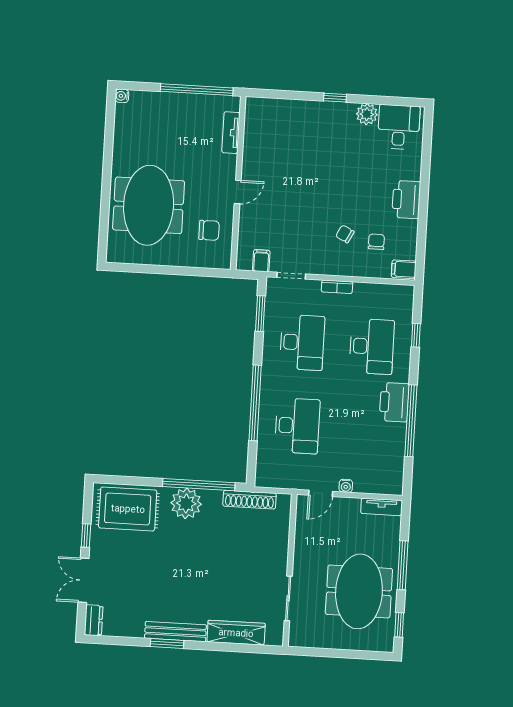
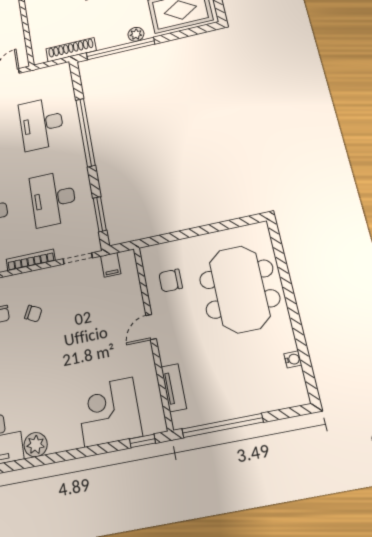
water cooler: (122, 96) -> (293, 359), moved
window: (335, 98) -> (142, 441), moved
corner desk: (294, 126) -> (109, 412), added
bookcase: (337, 287) -> (31, 260), width x1.56
plant: (186, 503) -> (136, 34), width x0.53, depth x0.53

